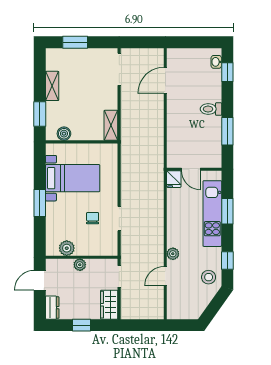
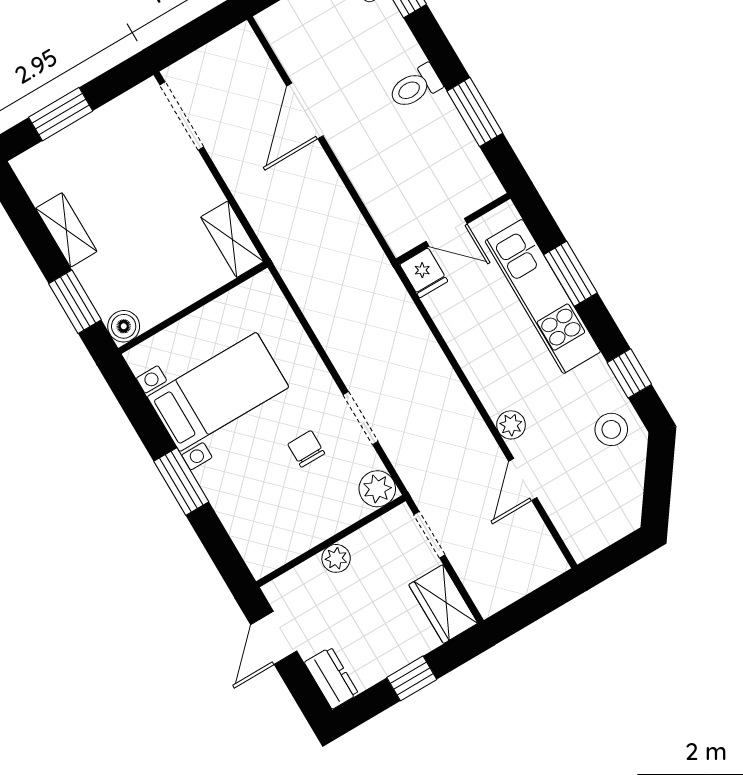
door: (165, 80) -> (305, 111), moved
boiler: (64, 134) -> (124, 326), moved
plant: (67, 248) -> (377, 489), moved

